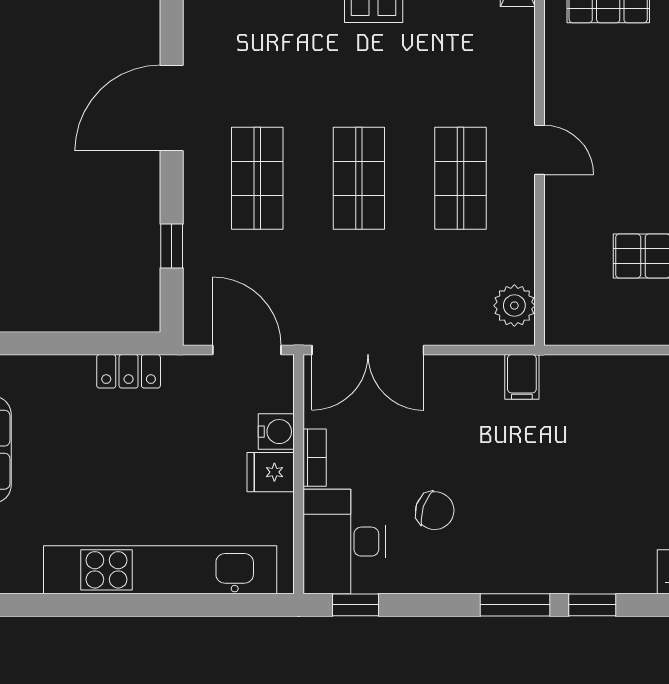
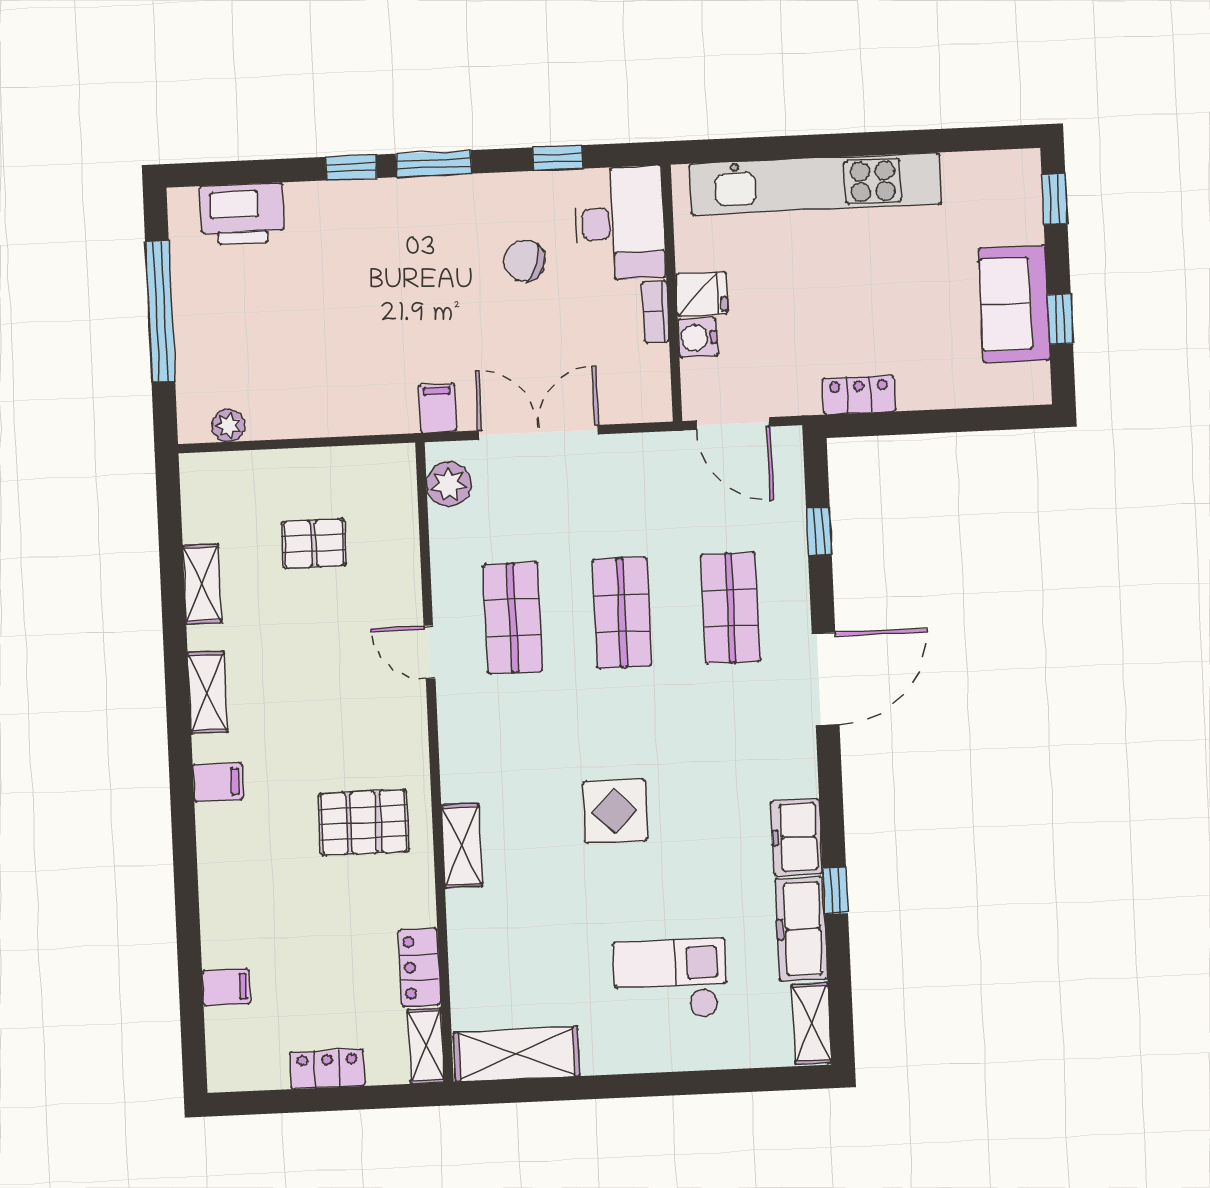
double door: (368, 350) -> (539, 432), moved
window: (355, 605) -> (558, 158), moved

